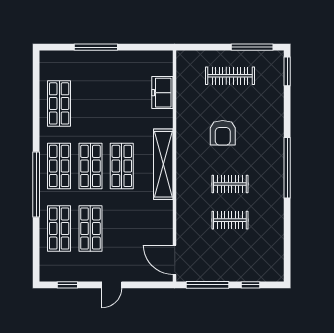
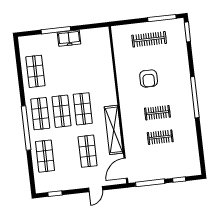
freezer: (162, 93) -> (69, 38), moved, turned -90
shelving: (163, 164) -> (114, 130), moved
shop shelf: (90, 228) -> (88, 151), moved
door: (175, 260) -> (126, 168), hinge flipped
door: (112, 285) -> (96, 189), moved

